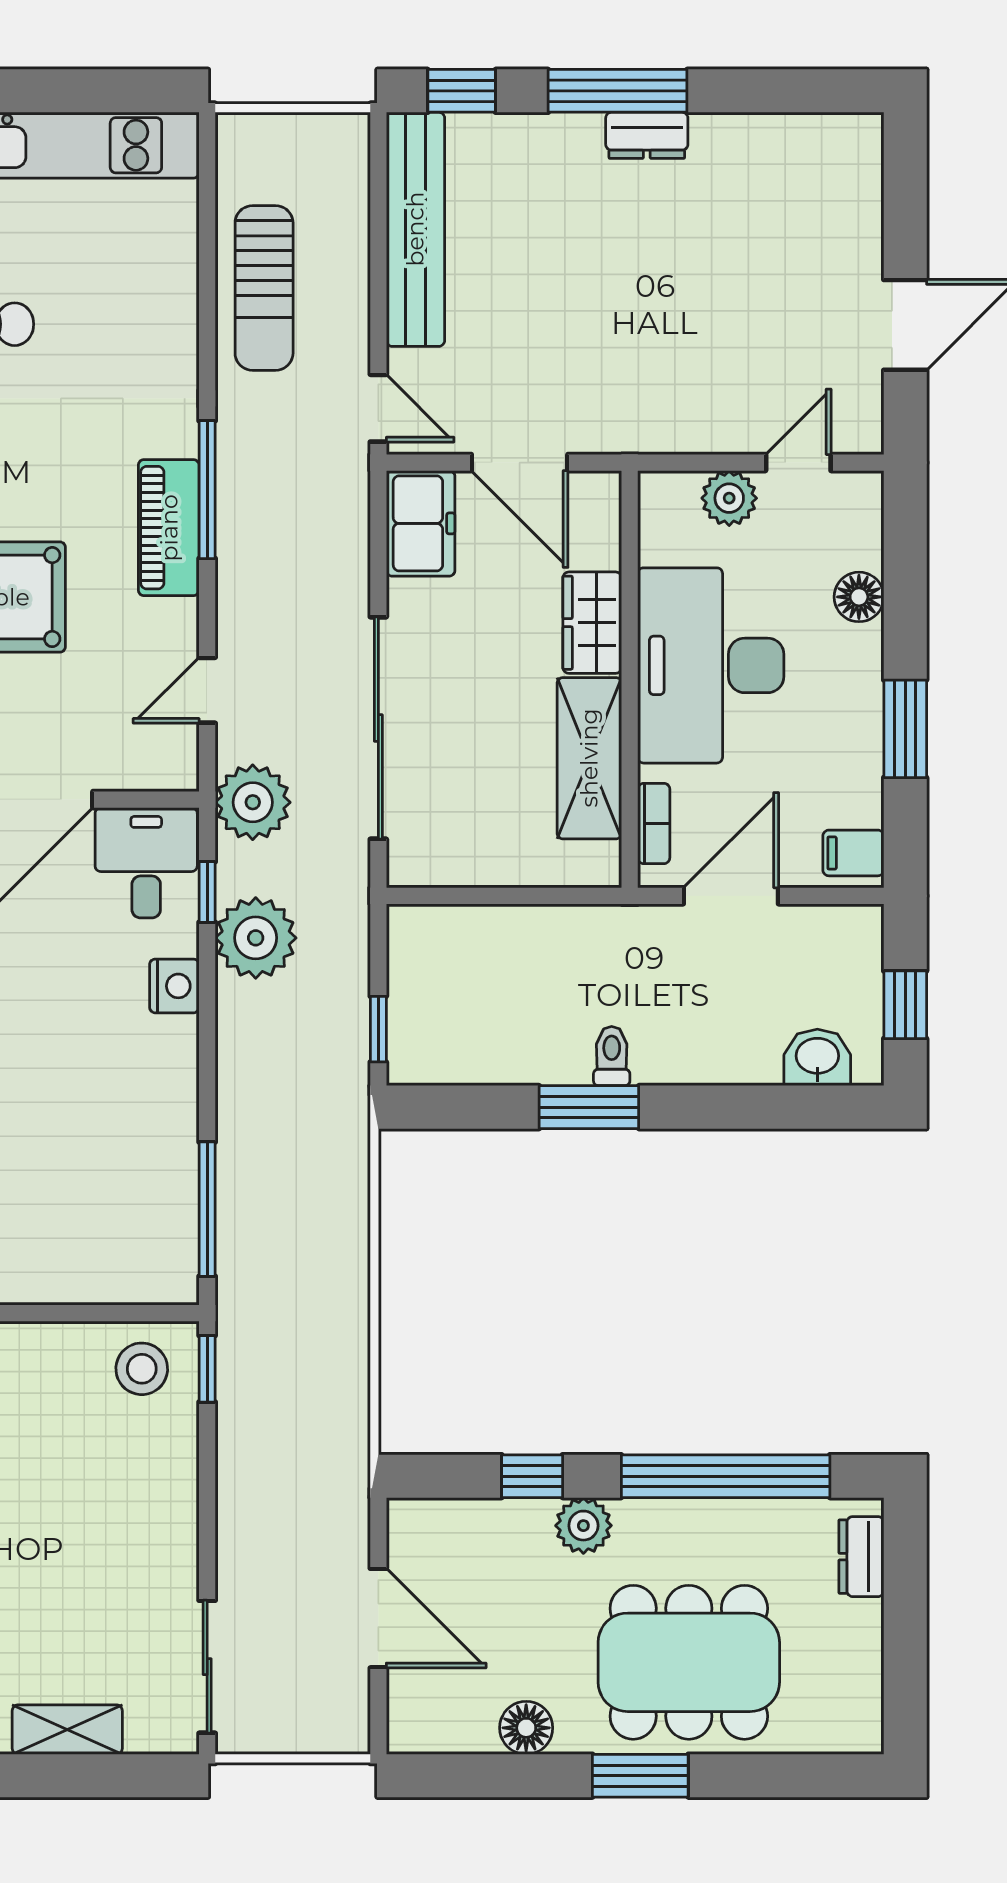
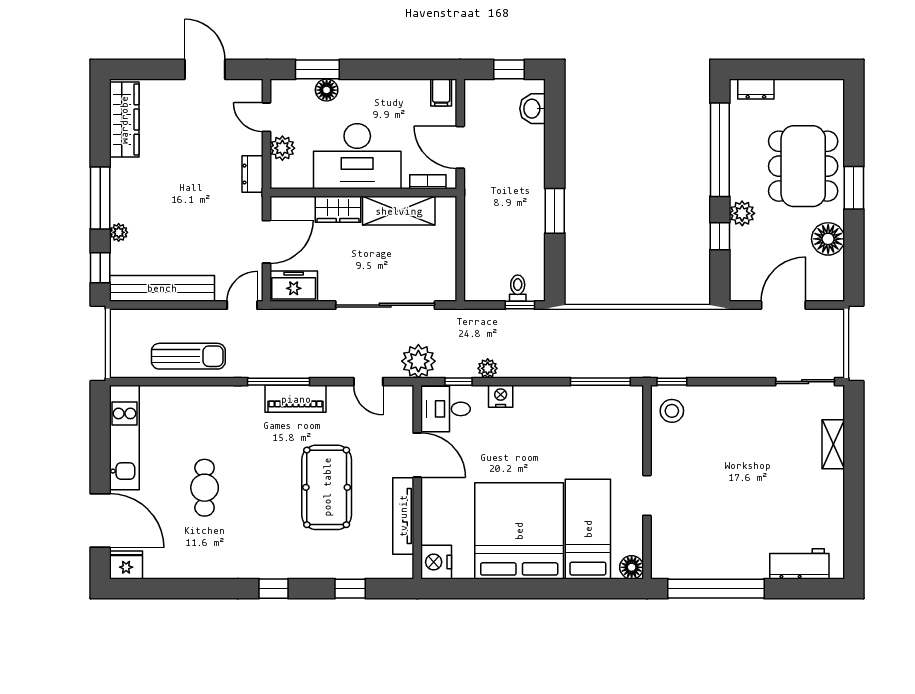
plant: (541, 132) -> (119, 232), added
dresser: (647, 135) -> (253, 174), moved, turned 180
wardrobe: (793, 145) -> (124, 120), added
window: (905, 729) -> (317, 69), moved
plant: (256, 938) -> (488, 368), width x0.53, depth x0.53
toilet: (612, 1056) -> (518, 288), moved, turned 90
floor lamp: (526, 1728) -> (828, 239), width x1.38, depth x1.38

